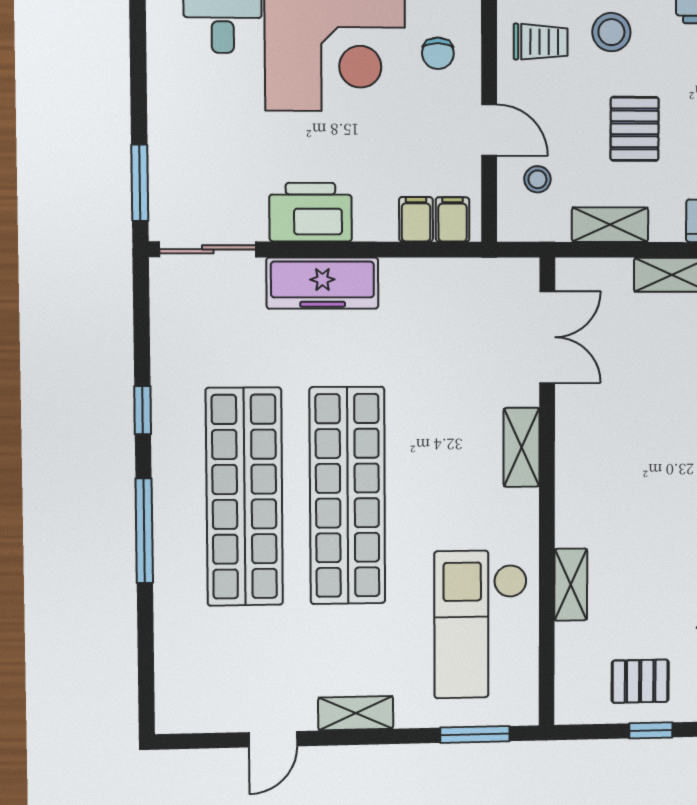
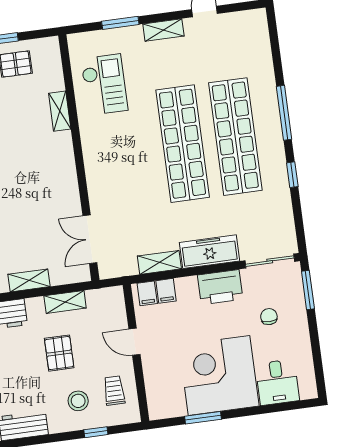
trolley: (541, 42) -> (114, 391), turned 90
chair: (438, 53) -> (269, 317), moved
stool: (537, 179) -> (106, 320), removed
shelving: (522, 447) -> (159, 262), moved, turned 90
checkout: (481, 624) -> (104, 85), width x0.73, depth x0.83
window: (475, 734) -> (120, 23), moved

